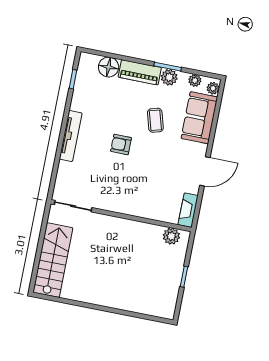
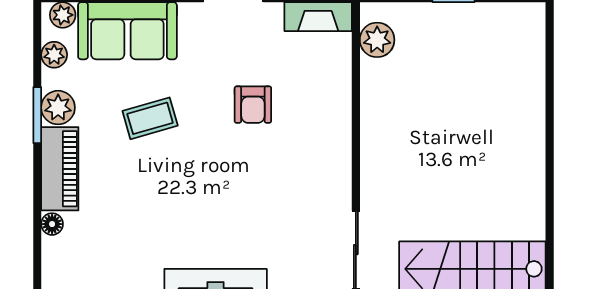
floor lamp: (109, 67) -> (52, 224), width x0.53, depth x0.53
armchair: (121, 144) -> (253, 105), moved

